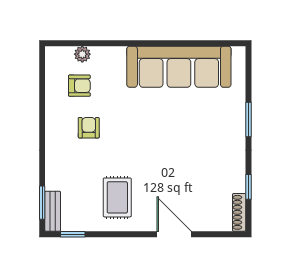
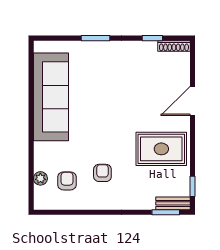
armchair: (89, 128) -> (102, 173), turned 90
rug: (117, 197) -> (161, 149), width x1.36, depth x1.43

